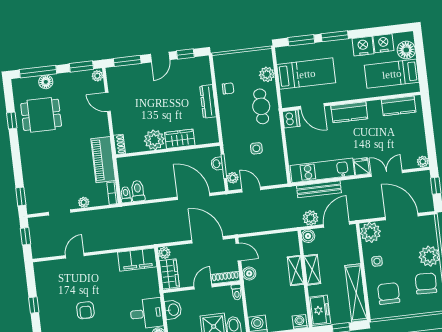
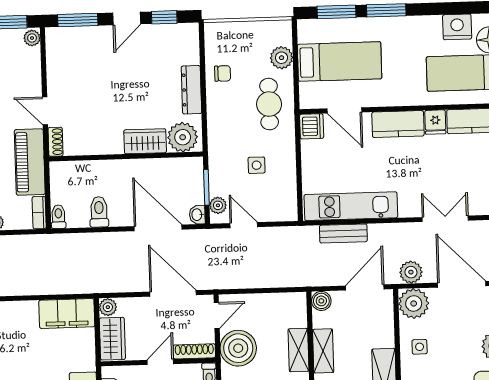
nightstand: (363, 46) -> (427, 28), removed
door: (108, 102) -> (45, 111), moved
plant: (154, 140) -> (183, 137), moved
washbasin: (217, 164) -> (197, 215), moved
fridge: (362, 166) -> (435, 122), moved, turned 180
bench: (319, 189) -> (343, 233), width x0.73
toilet: (138, 191) -> (99, 212), moved
plant: (310, 218) -> (411, 272), moved
door: (238, 252) -> (217, 315), hinge flipped
boiler: (249, 273) -> (238, 348), width x1.86, depth x1.86

